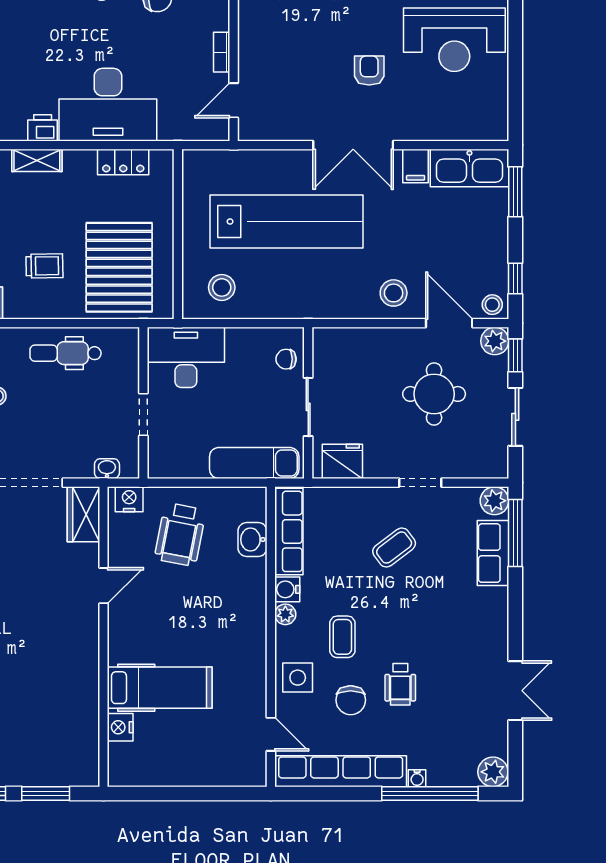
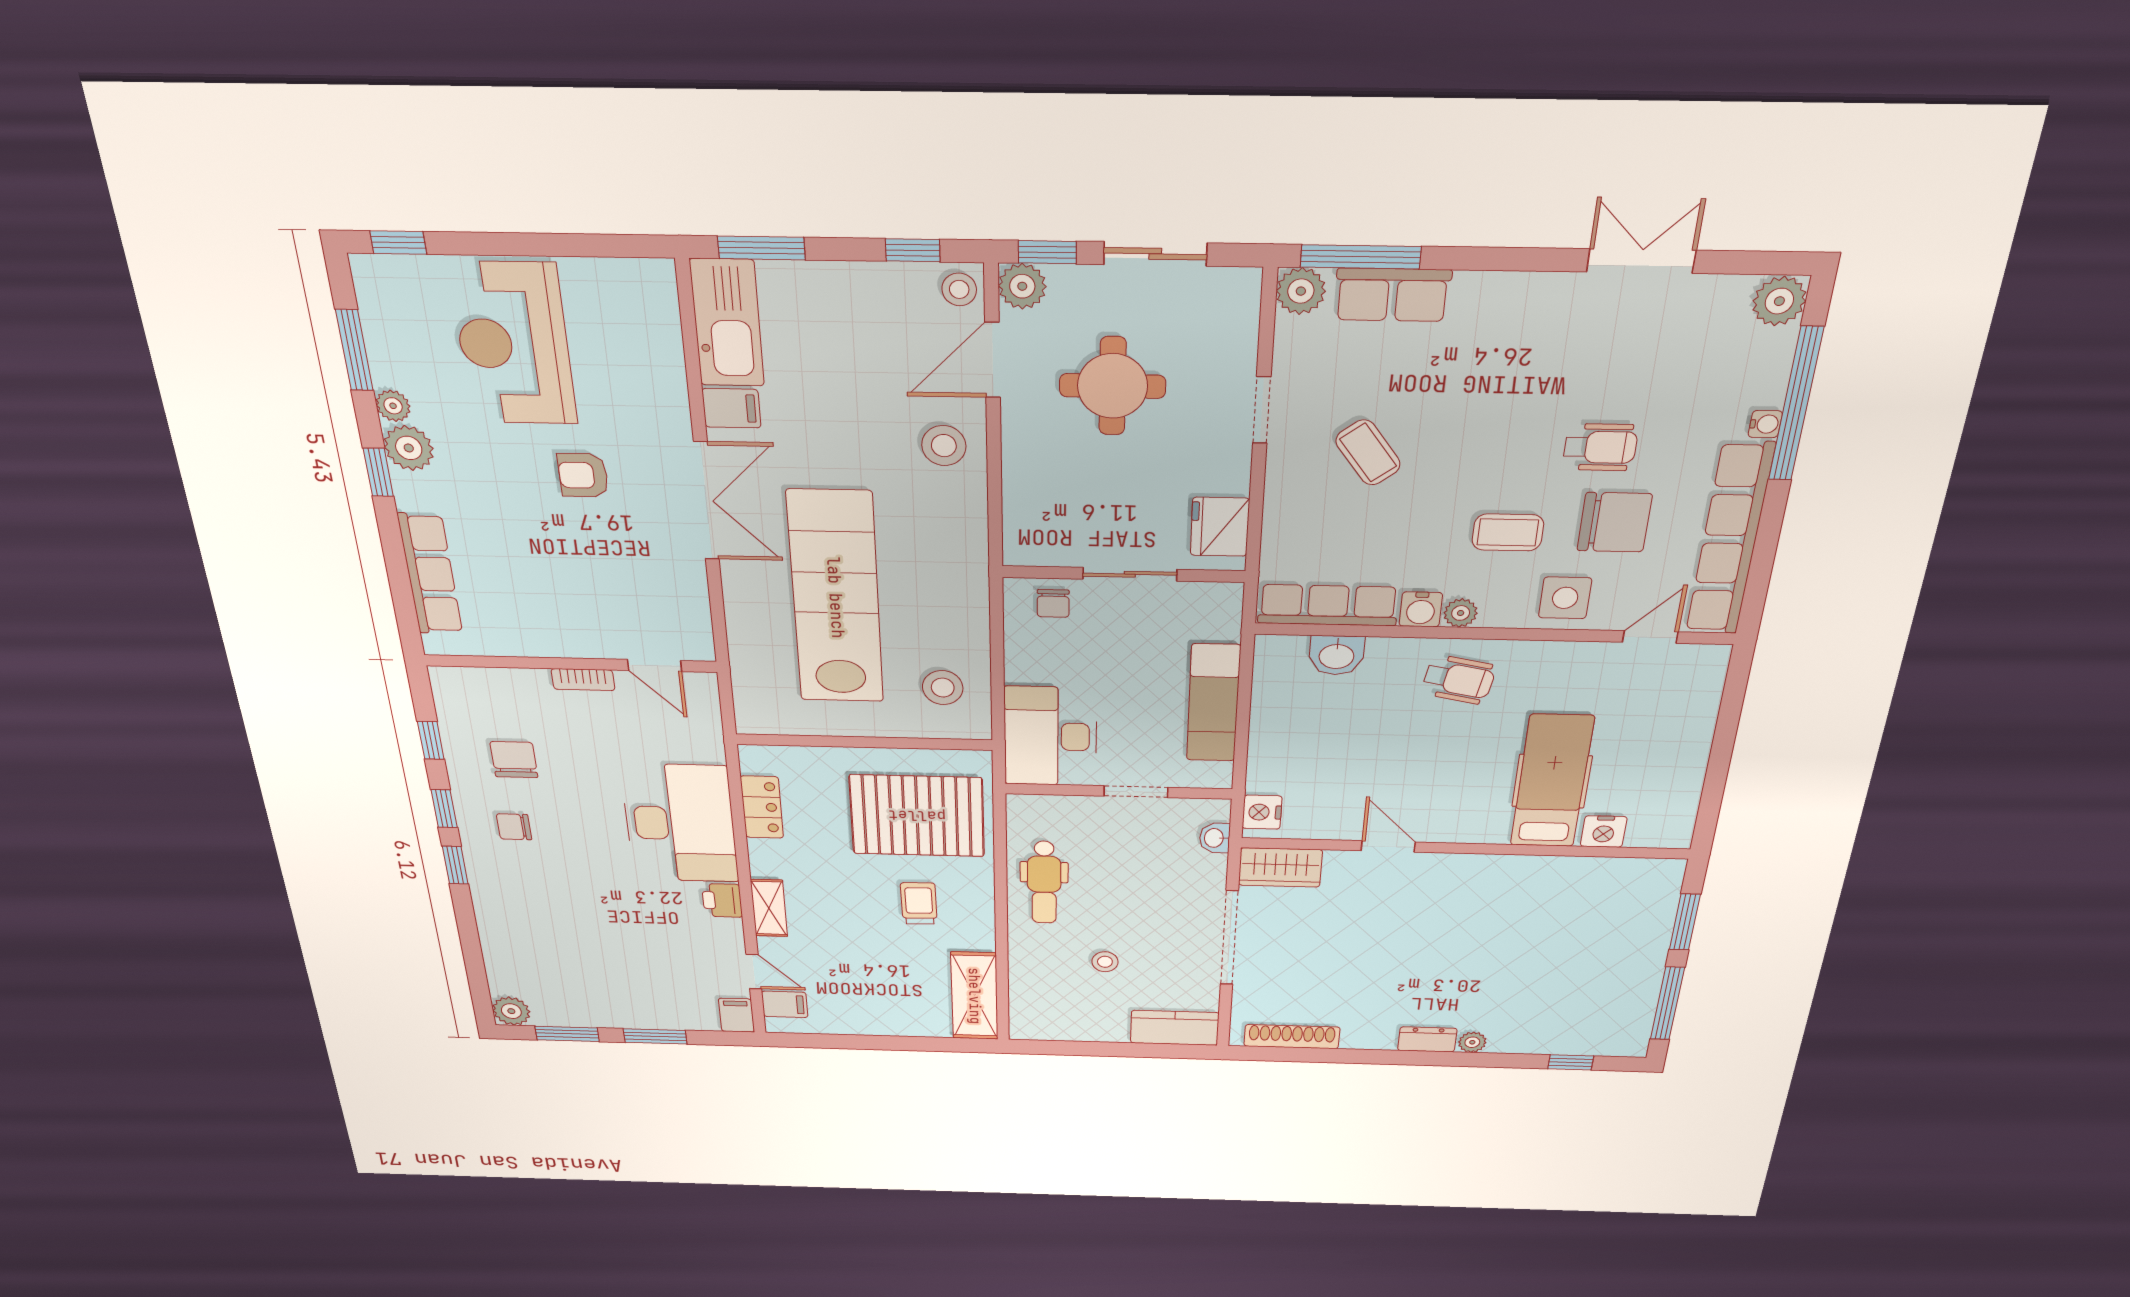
reception desk: (454, 40) -> (514, 344), turned 180
exam couch: (254, 463) -> (1213, 703), moved
wheelchair: (180, 535) -> (1459, 680), moved, width x0.73, depth x0.73
chair: (351, 700) -> (1615, 522), width x1.37, depth x1.37

